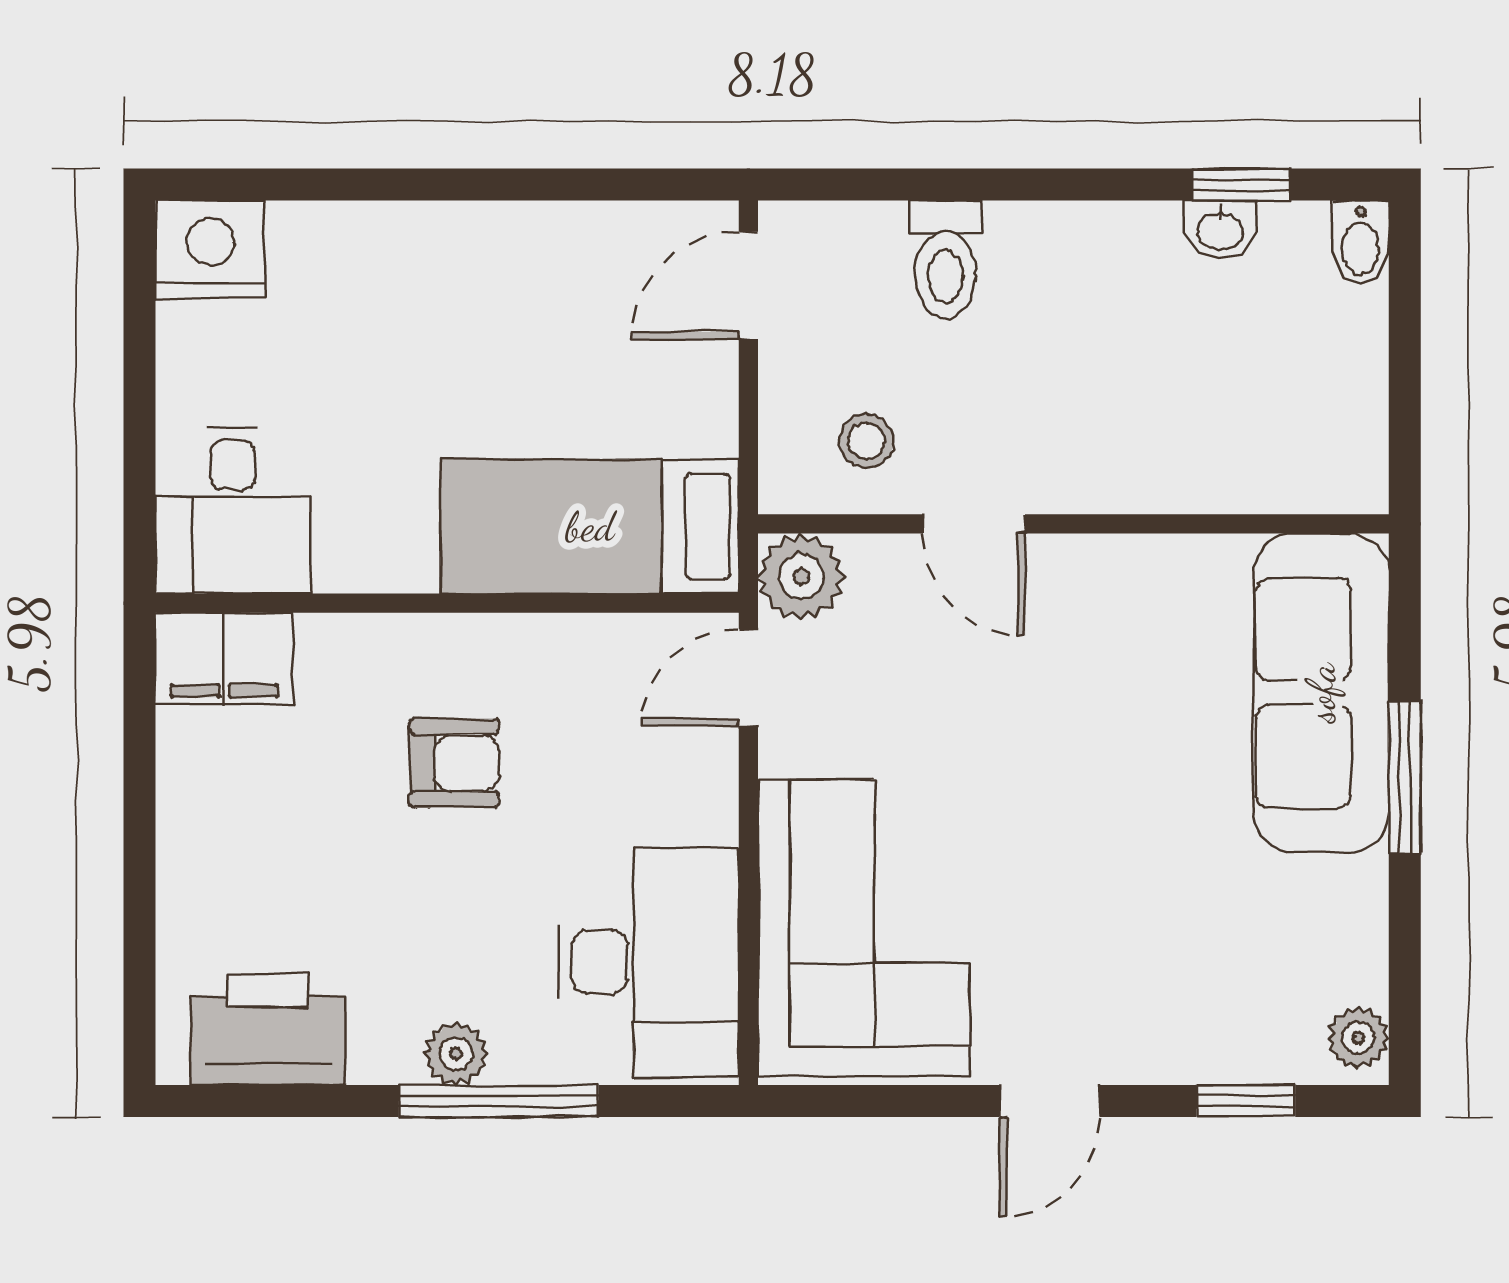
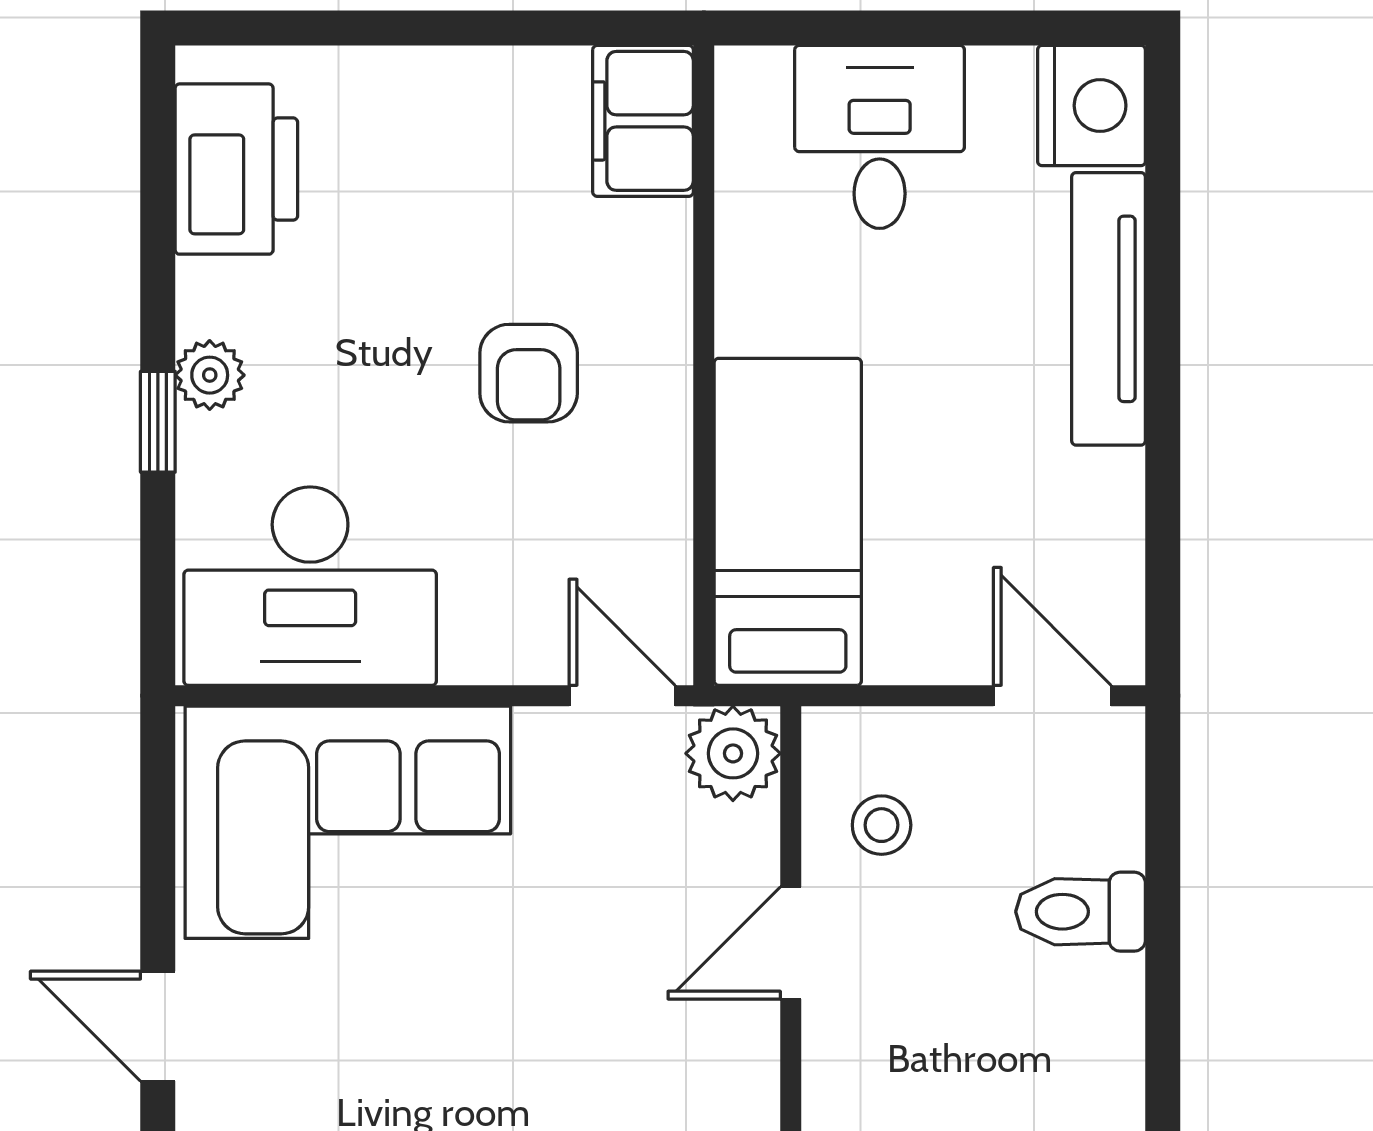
tv unit: (396, 234) -> (1108, 309), added
desk: (233, 510) -> (880, 137), moved, turned 90
window: (499, 1101) -> (158, 422), width x0.46

